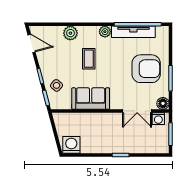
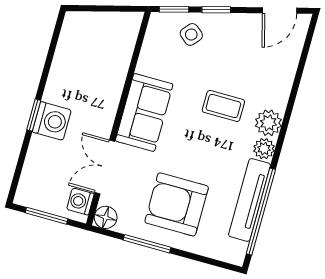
plant: (70, 33) -> (268, 123), moved
armchair: (146, 69) -> (177, 204), turned 90
sofa: (91, 99) -> (144, 112), moved
washing machine: (71, 145) -> (52, 121), moved

